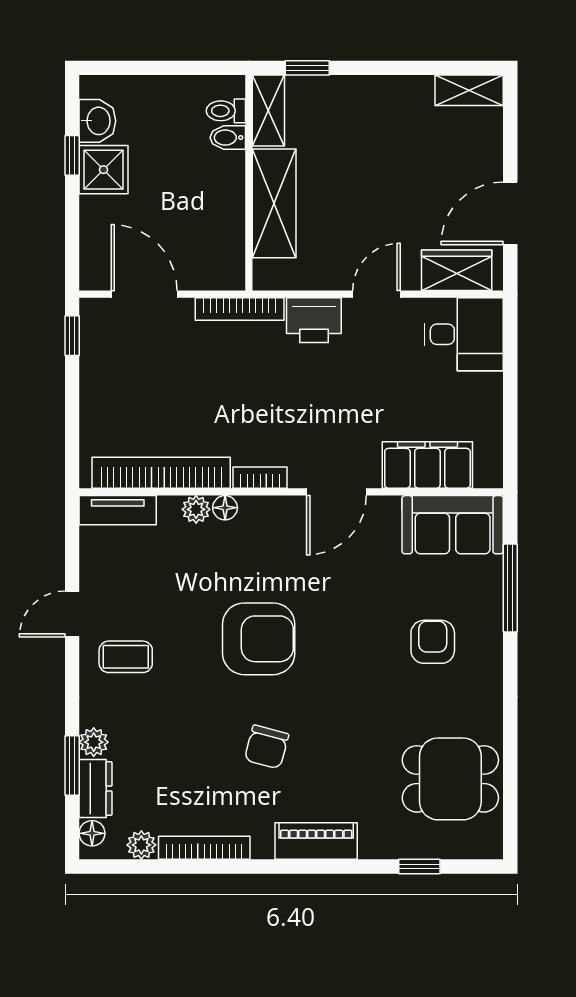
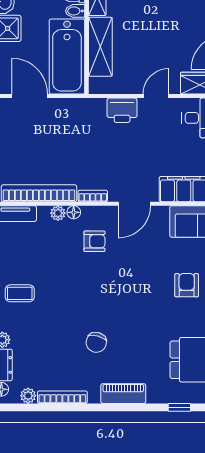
bathtub: (213, 221) -> (67, 57), added
bookcase: (240, 309) -> (82, 104), removed
armchair: (259, 639) -> (94, 241), moved, width x0.53, depth x0.53

